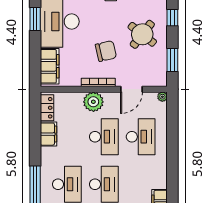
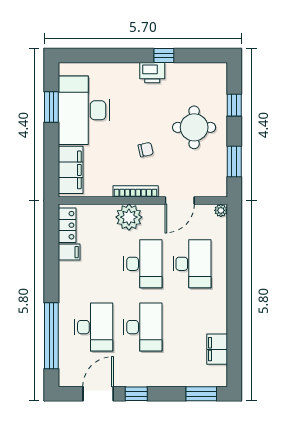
round table: (142, 34) -> (194, 127), turned -38
chair: (106, 51) -> (146, 150), width x0.54, depth x0.54
filing cabinet: (48, 134) -> (69, 252), width x0.50

